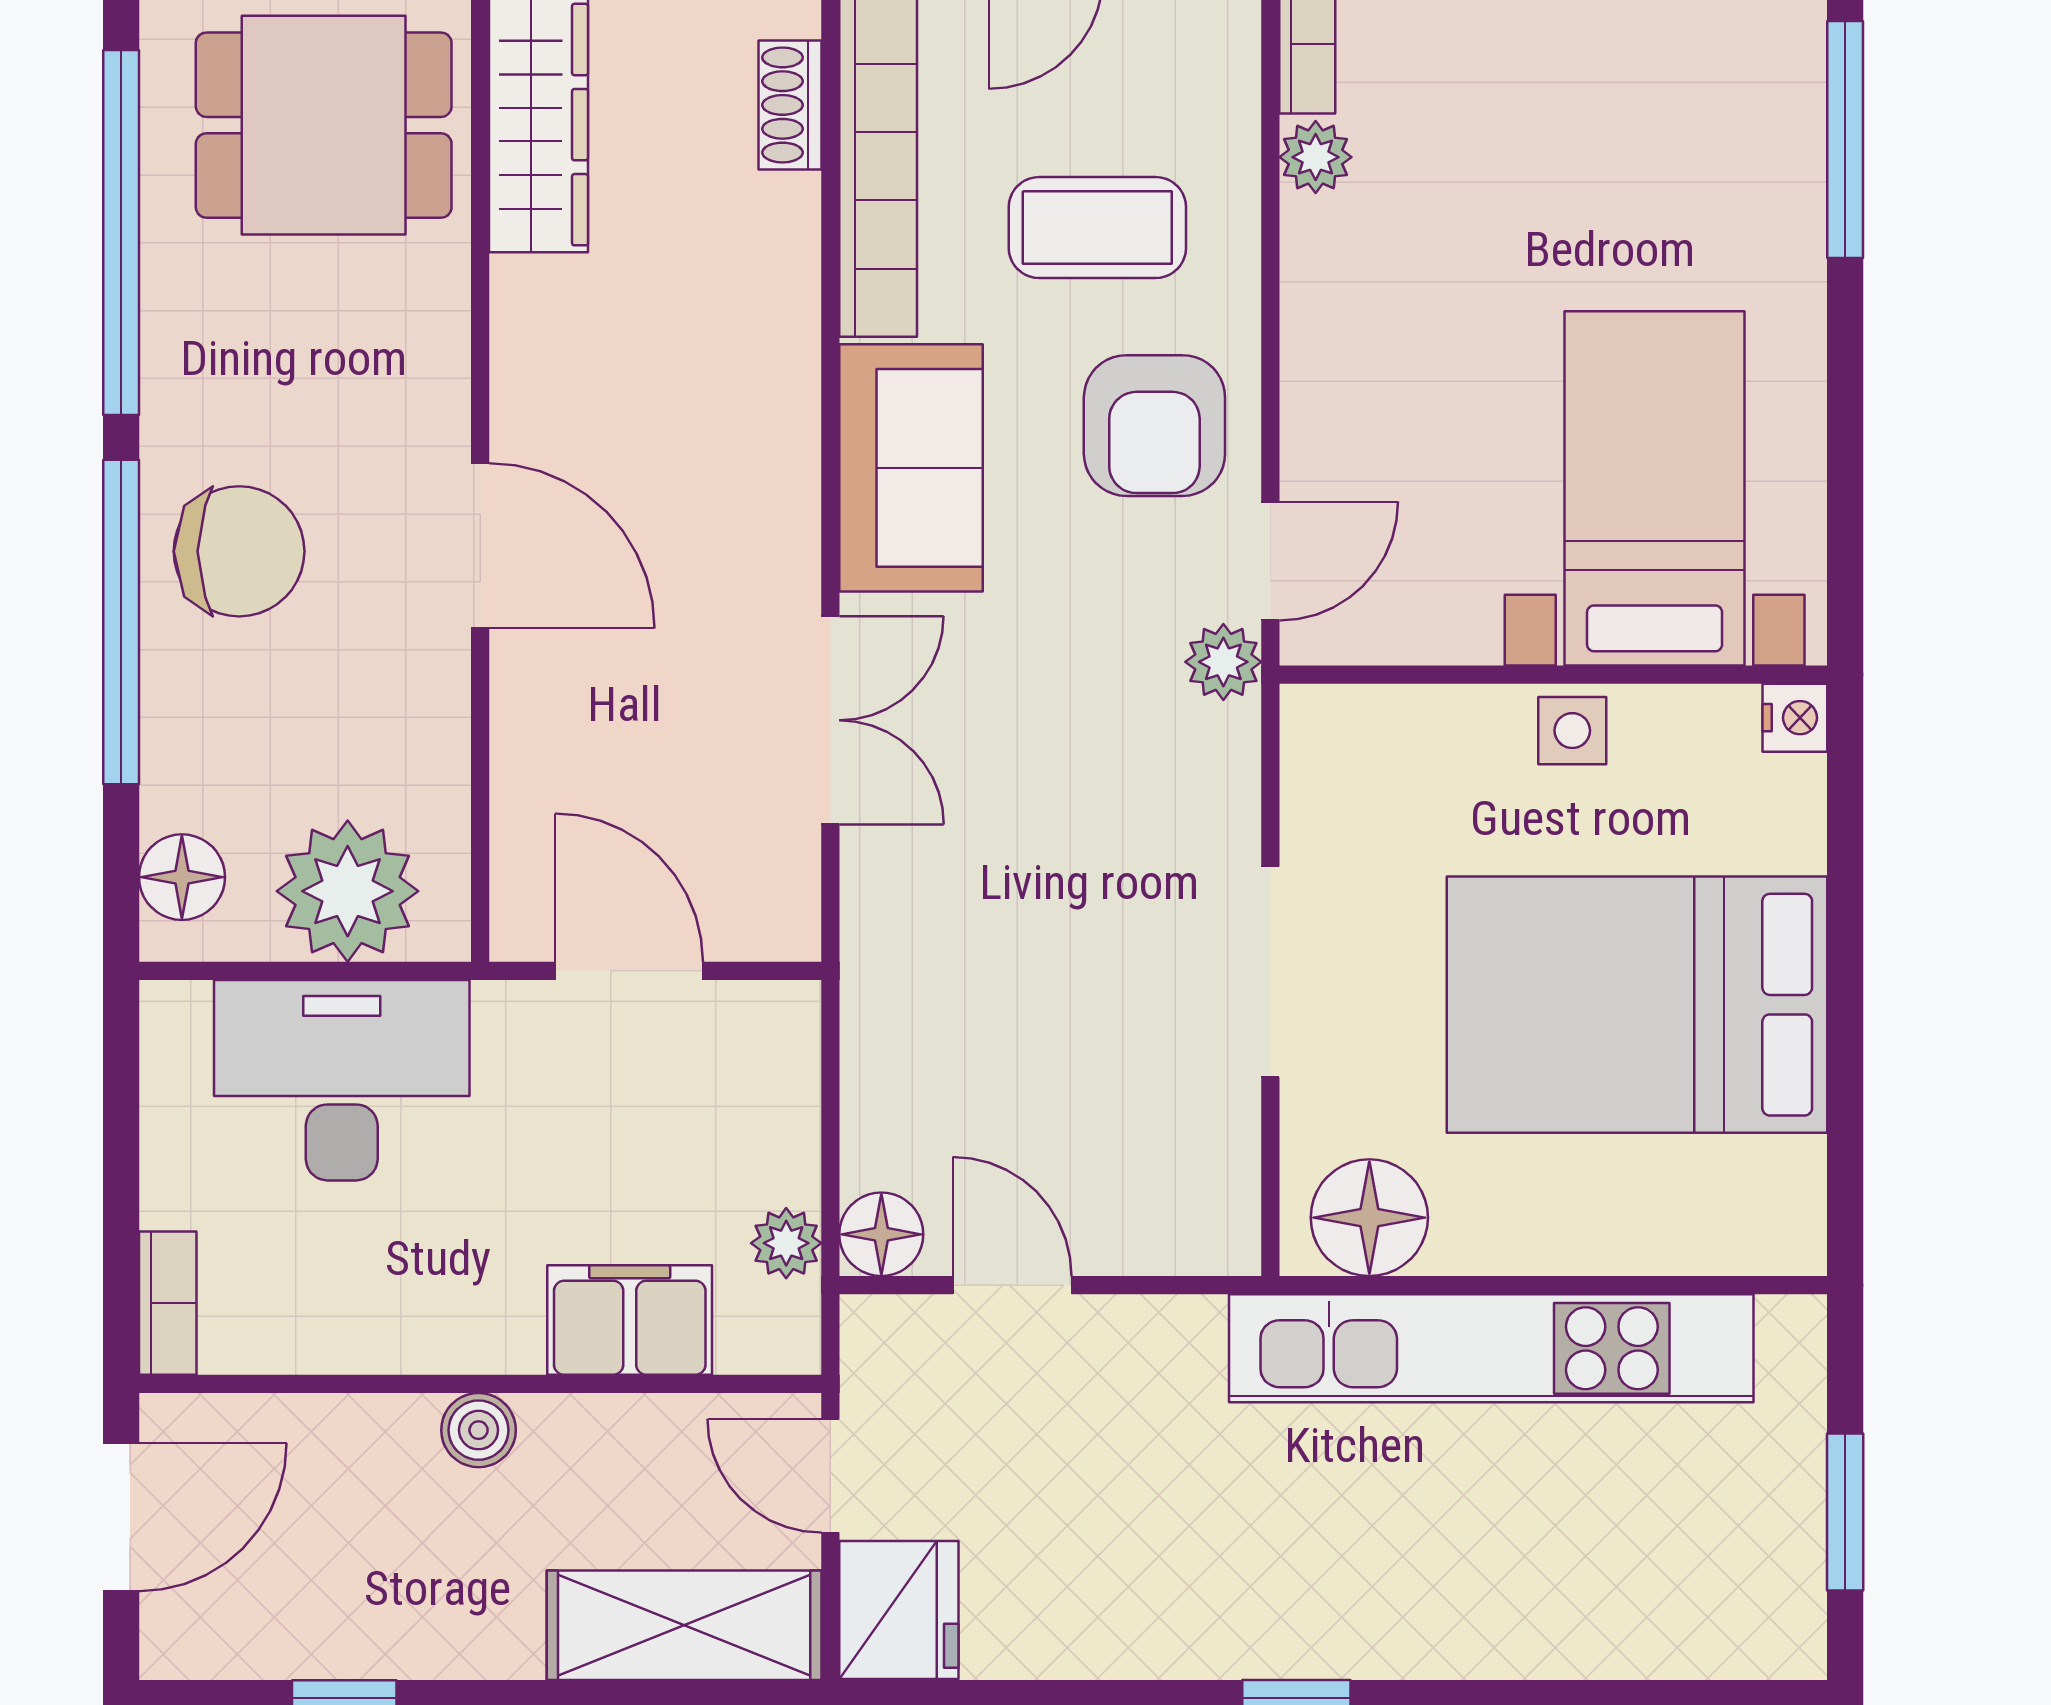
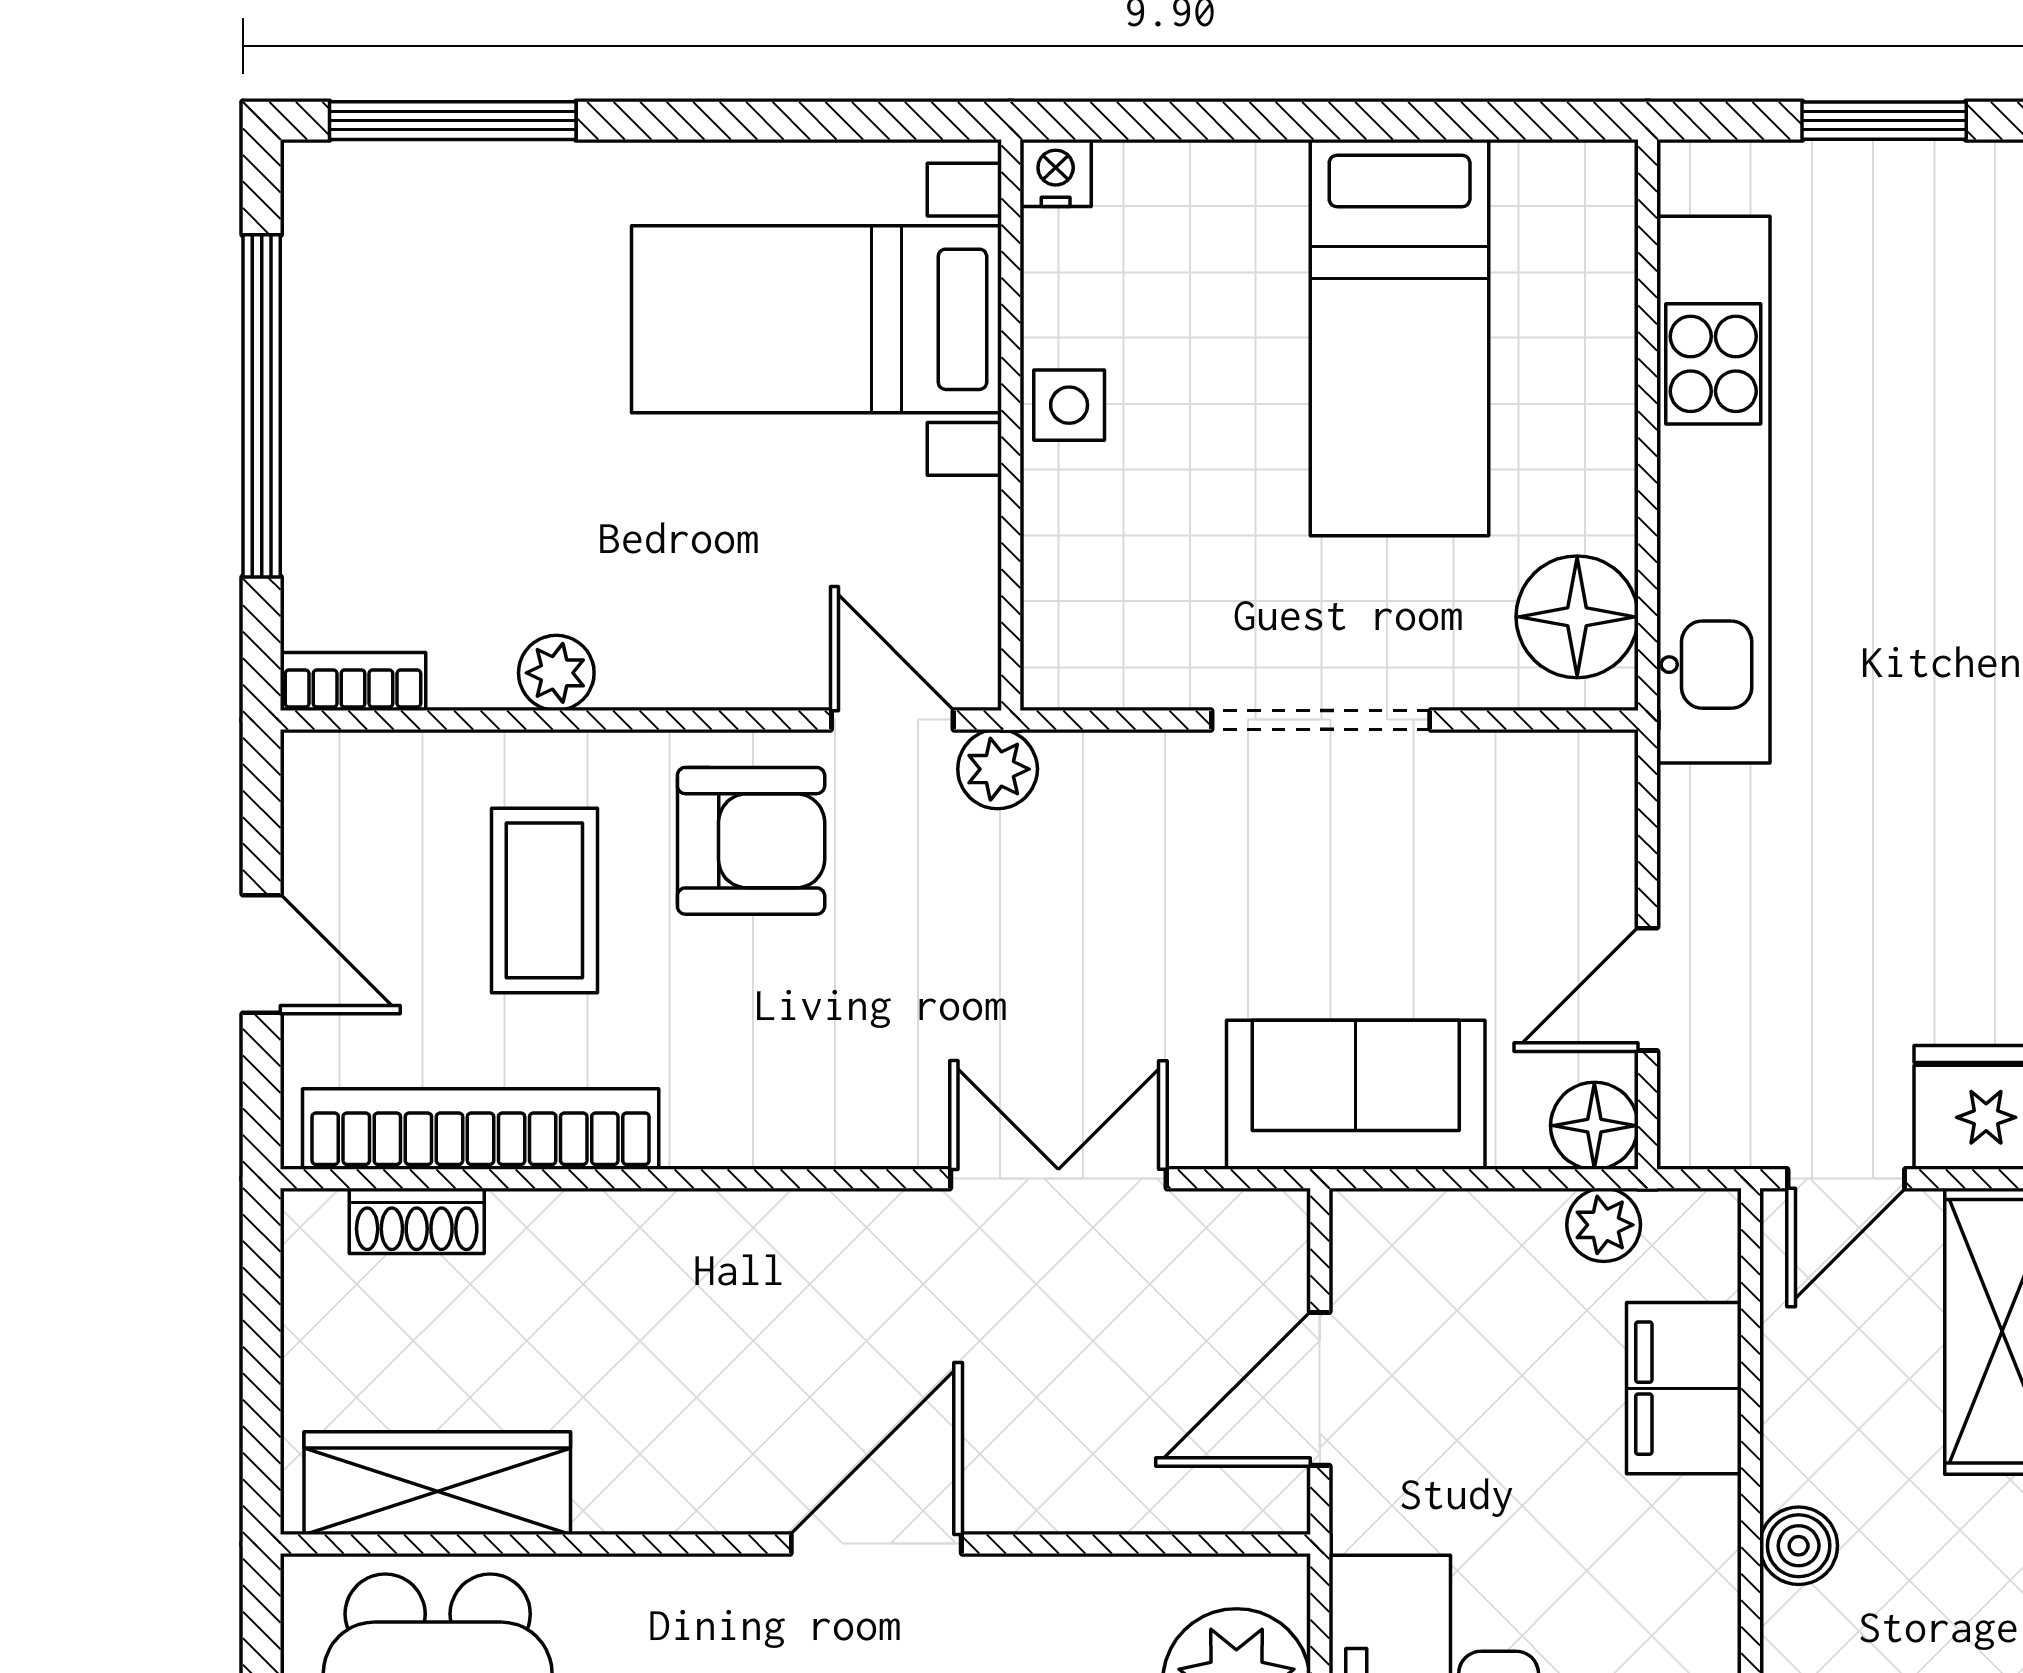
plant: (1316, 157) -> (556, 673), moved
sofa: (911, 468) -> (1356, 1095), moved
bed: (1637, 1005) -> (1400, 338), width x0.67

